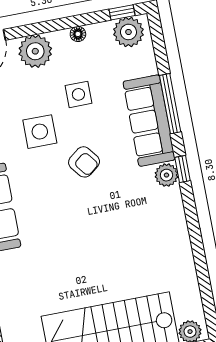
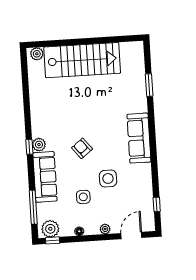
plant: (35, 51) -> (105, 229), width x0.53, depth x0.53
window: (170, 104) -> (33, 207), moved
armchair: (84, 162) -> (82, 148), moved

